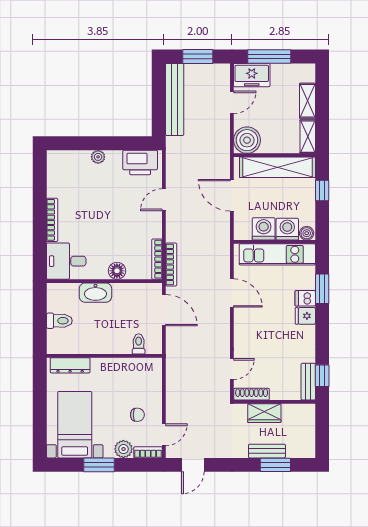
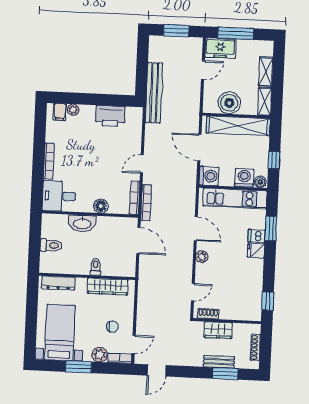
bench: (175, 99) -> (154, 93), moved
boiler: (247, 140) -> (229, 103), moved
plant: (98, 157) -> (73, 110), moved
filing cabinet: (63, 160) -> (60, 112), added
printer: (140, 162) -> (110, 116), moved
window: (322, 191) -> (274, 160), moved
door: (164, 200) -> (142, 164), moved
washing machine: (264, 229) -> (209, 176), moved, turned 90
plant: (241, 326) -> (202, 257), added
toilet: (139, 344) -> (96, 267), moved
wardrobe: (130, 367) -> (108, 287), added
bench: (308, 382) -> (256, 306), removed
shoe rack: (252, 394) -> (208, 314), width x0.70
shoe rack: (310, 432) -> (255, 347), added

